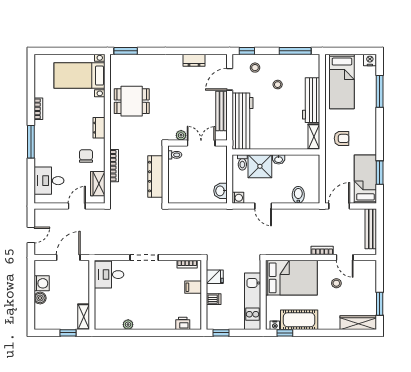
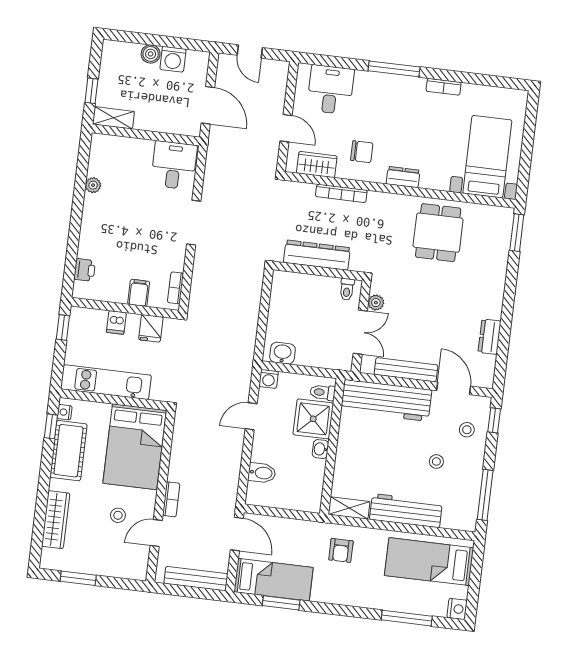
wardrobe: (358, 323) -> (56, 520), moved

